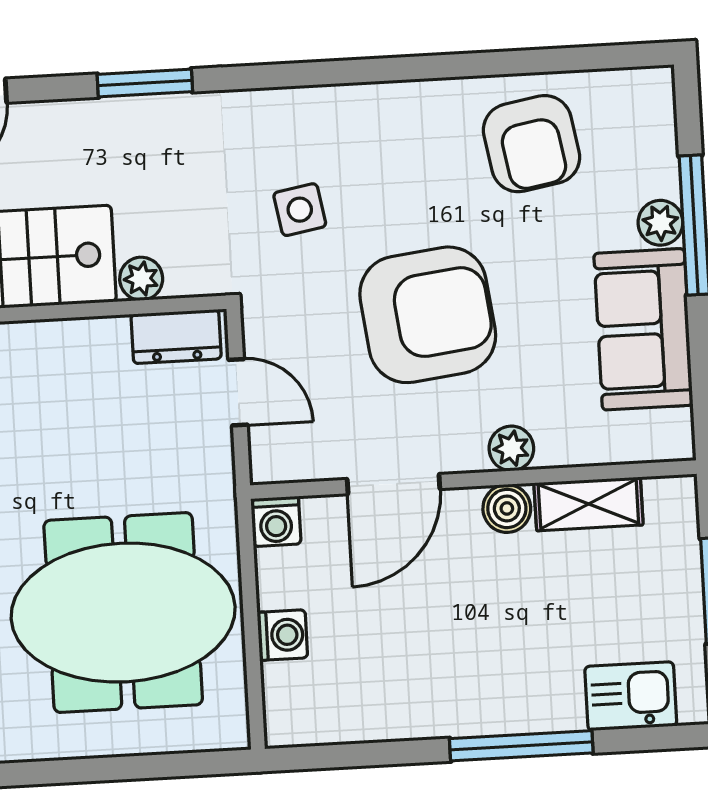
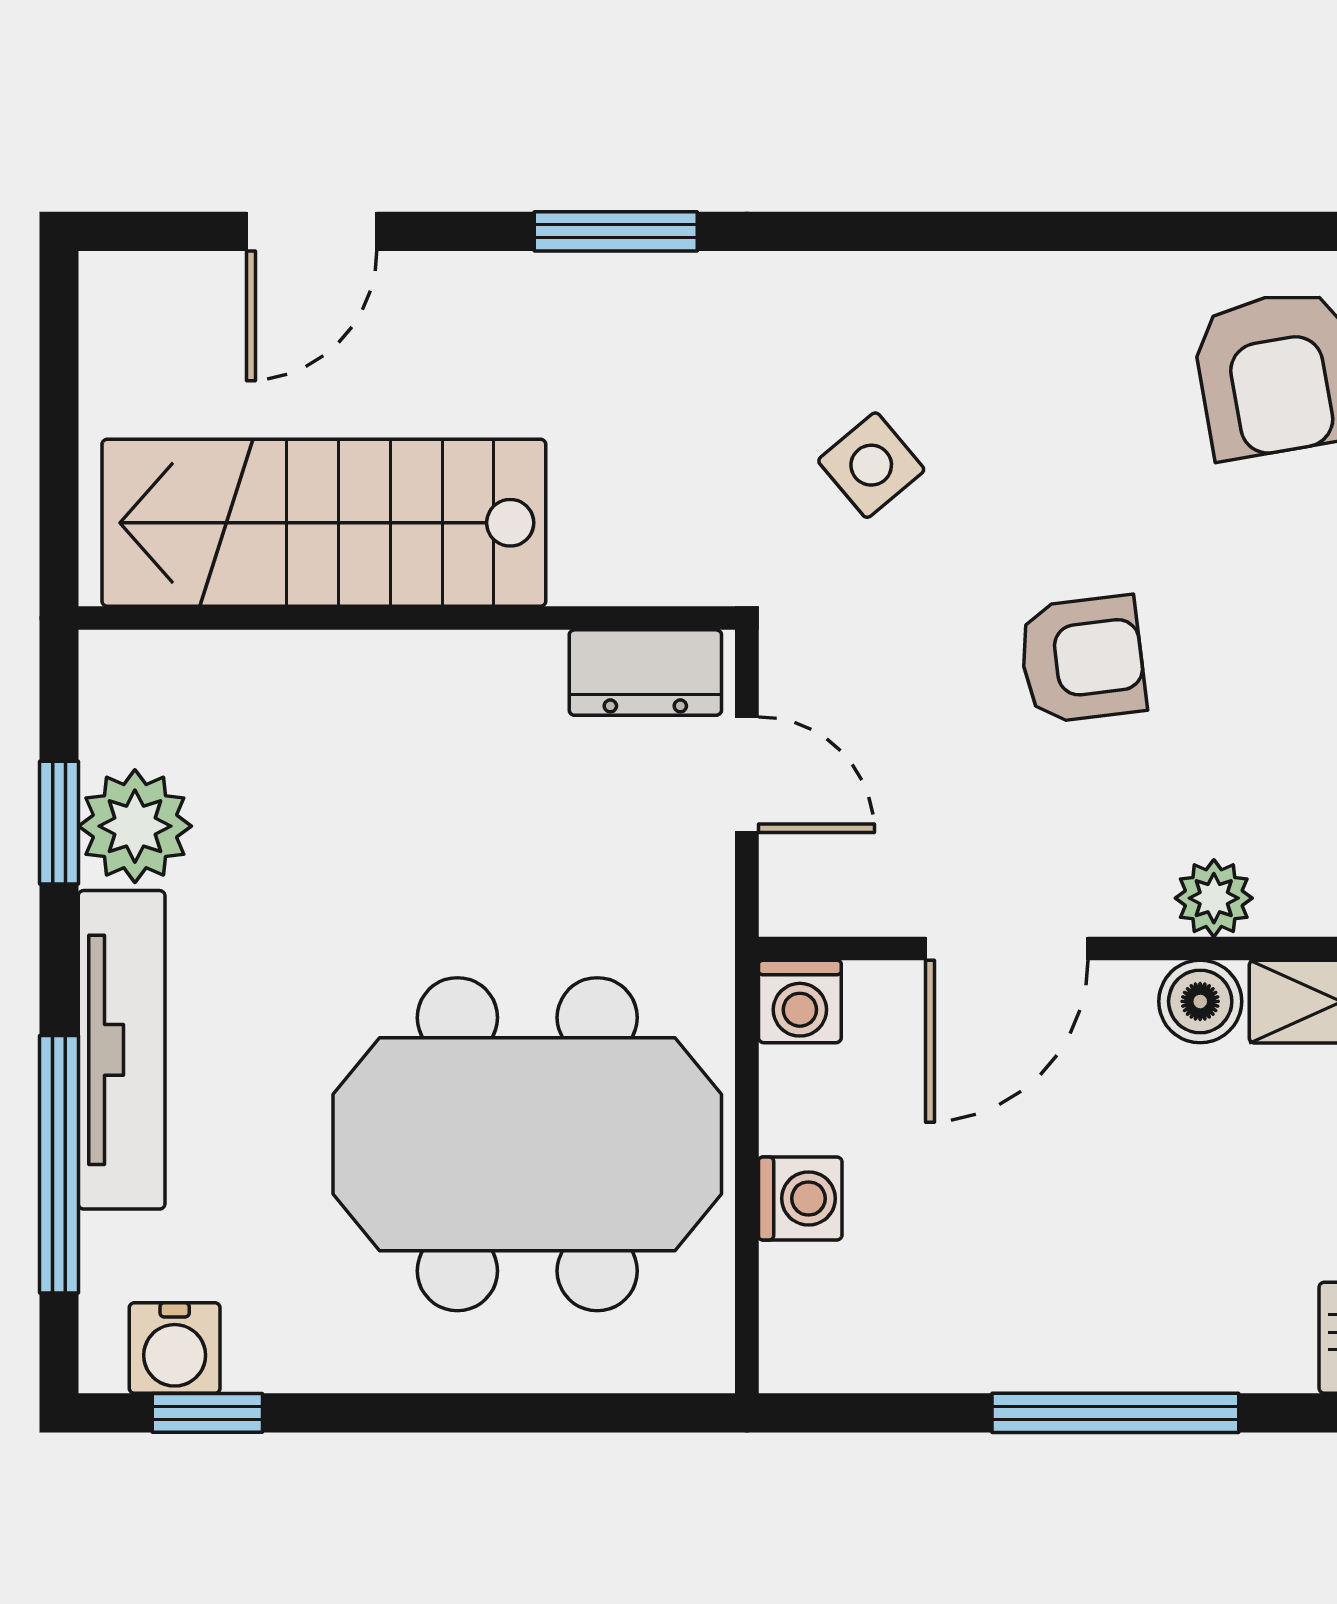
side table: (300, 210) -> (871, 465), turned -30
plant: (141, 279) -> (591, 569), removed
armchair: (428, 315) -> (1082, 659), width x0.53, depth x0.53
window: (521, 746) -> (1115, 1413), moved

